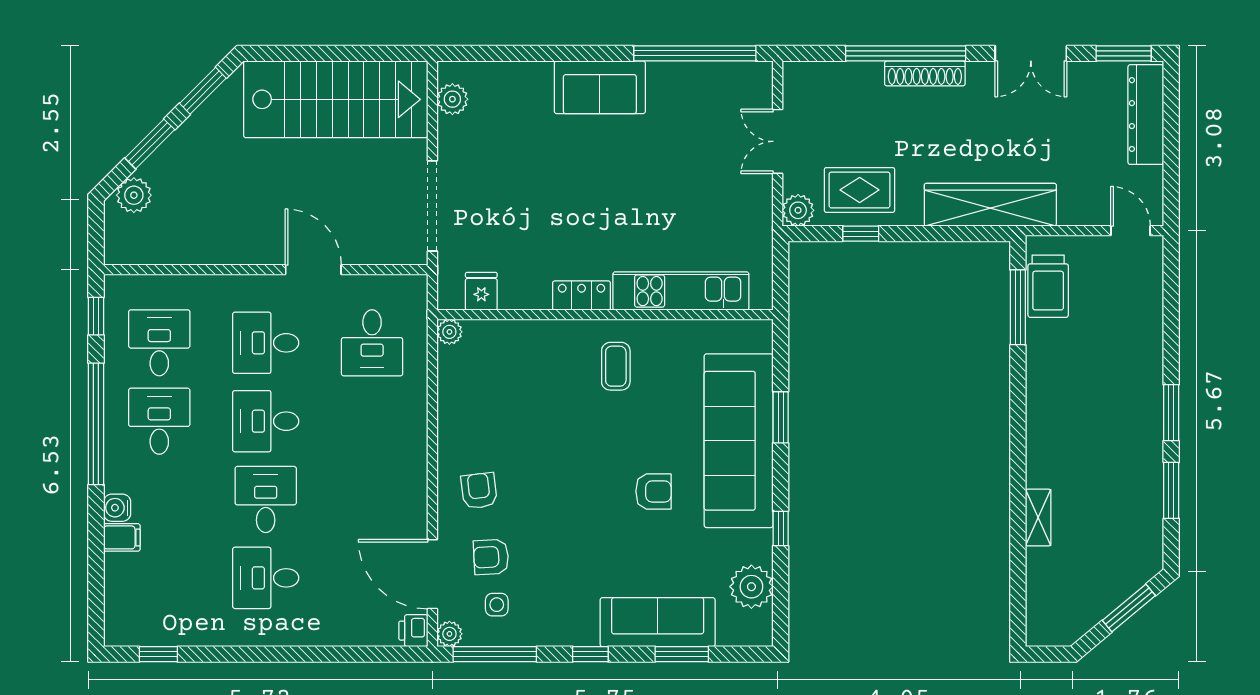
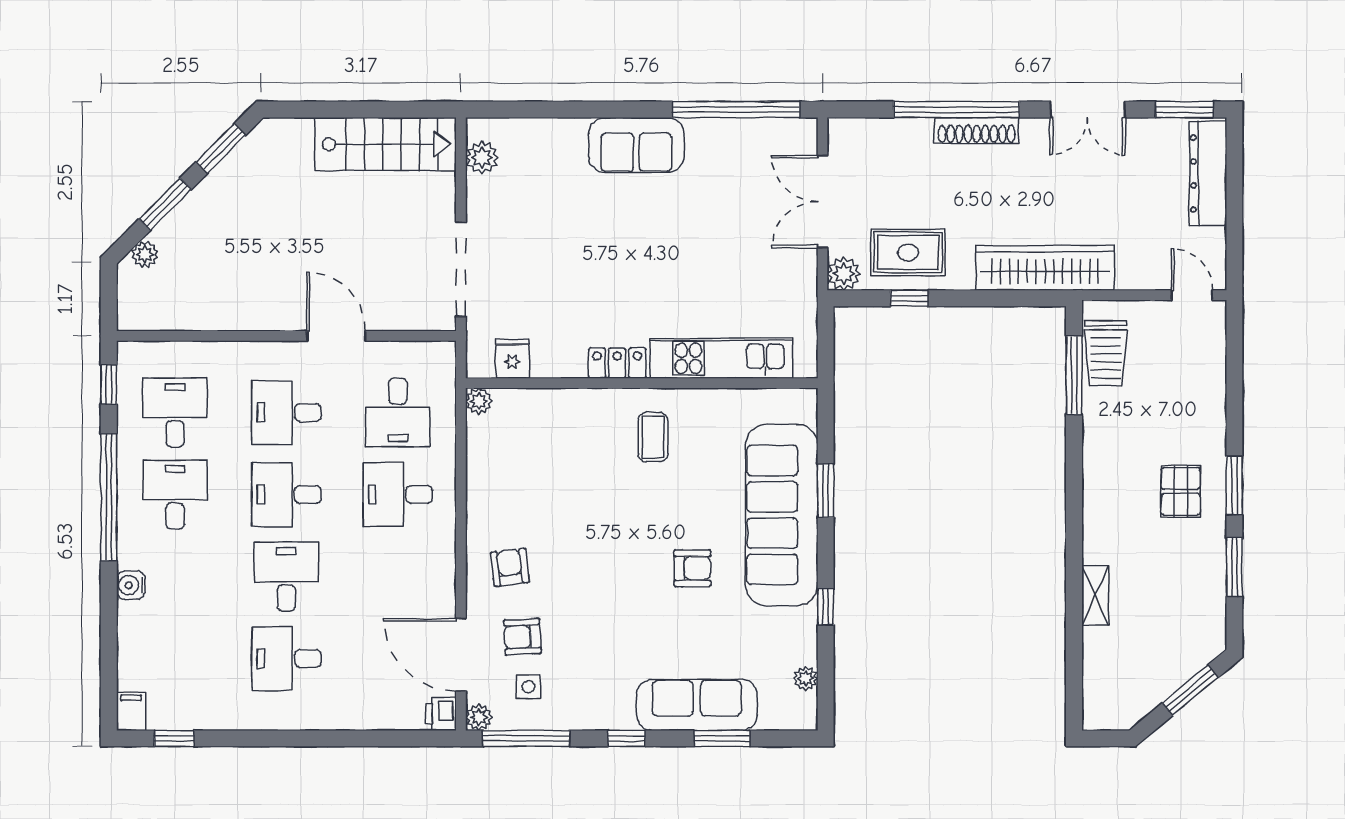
stairs: (336, 99) -> (385, 144), width x0.73, depth x0.66
double door: (778, 141) -> (822, 202), width x1.37
plant: (134, 195) -> (145, 254), width x0.73, depth x0.73
pallet: (1120, 418) -> (1181, 491), added
desk: (372, 421) -> (398, 495), added
filing cabinet: (122, 537) -> (131, 711), moved, turned -90
plant: (751, 587) -> (806, 678), width x0.53, depth x0.53

